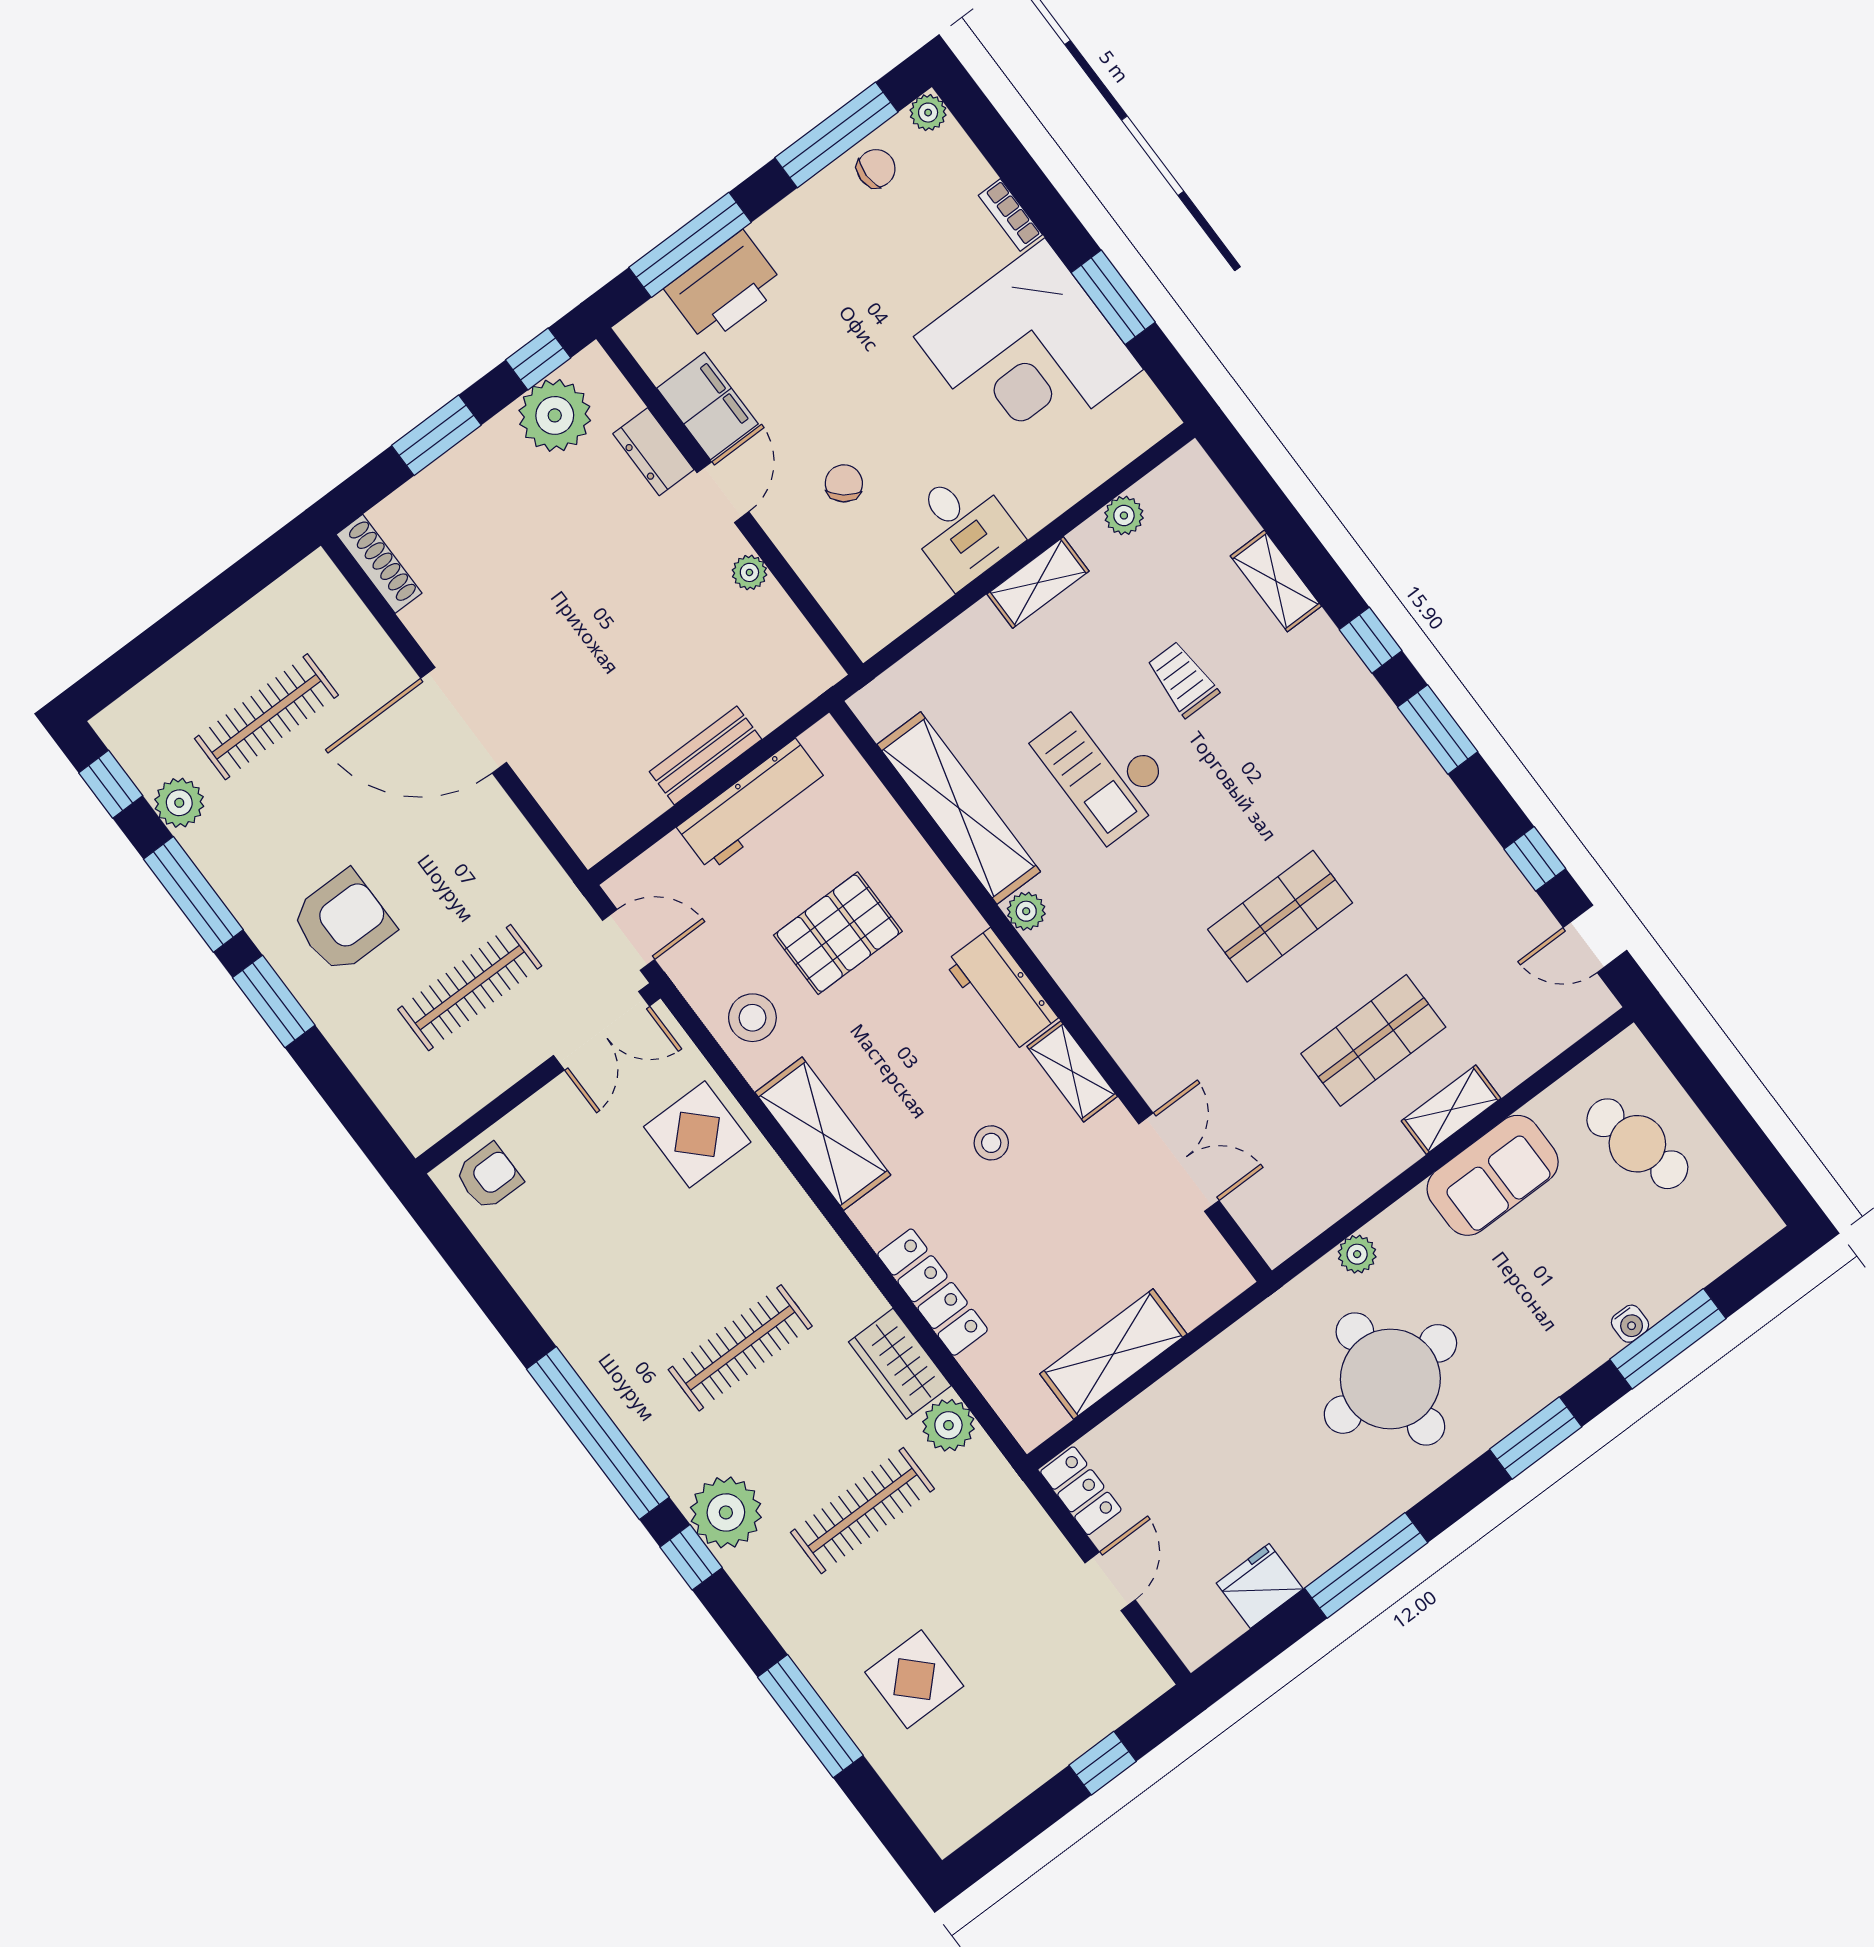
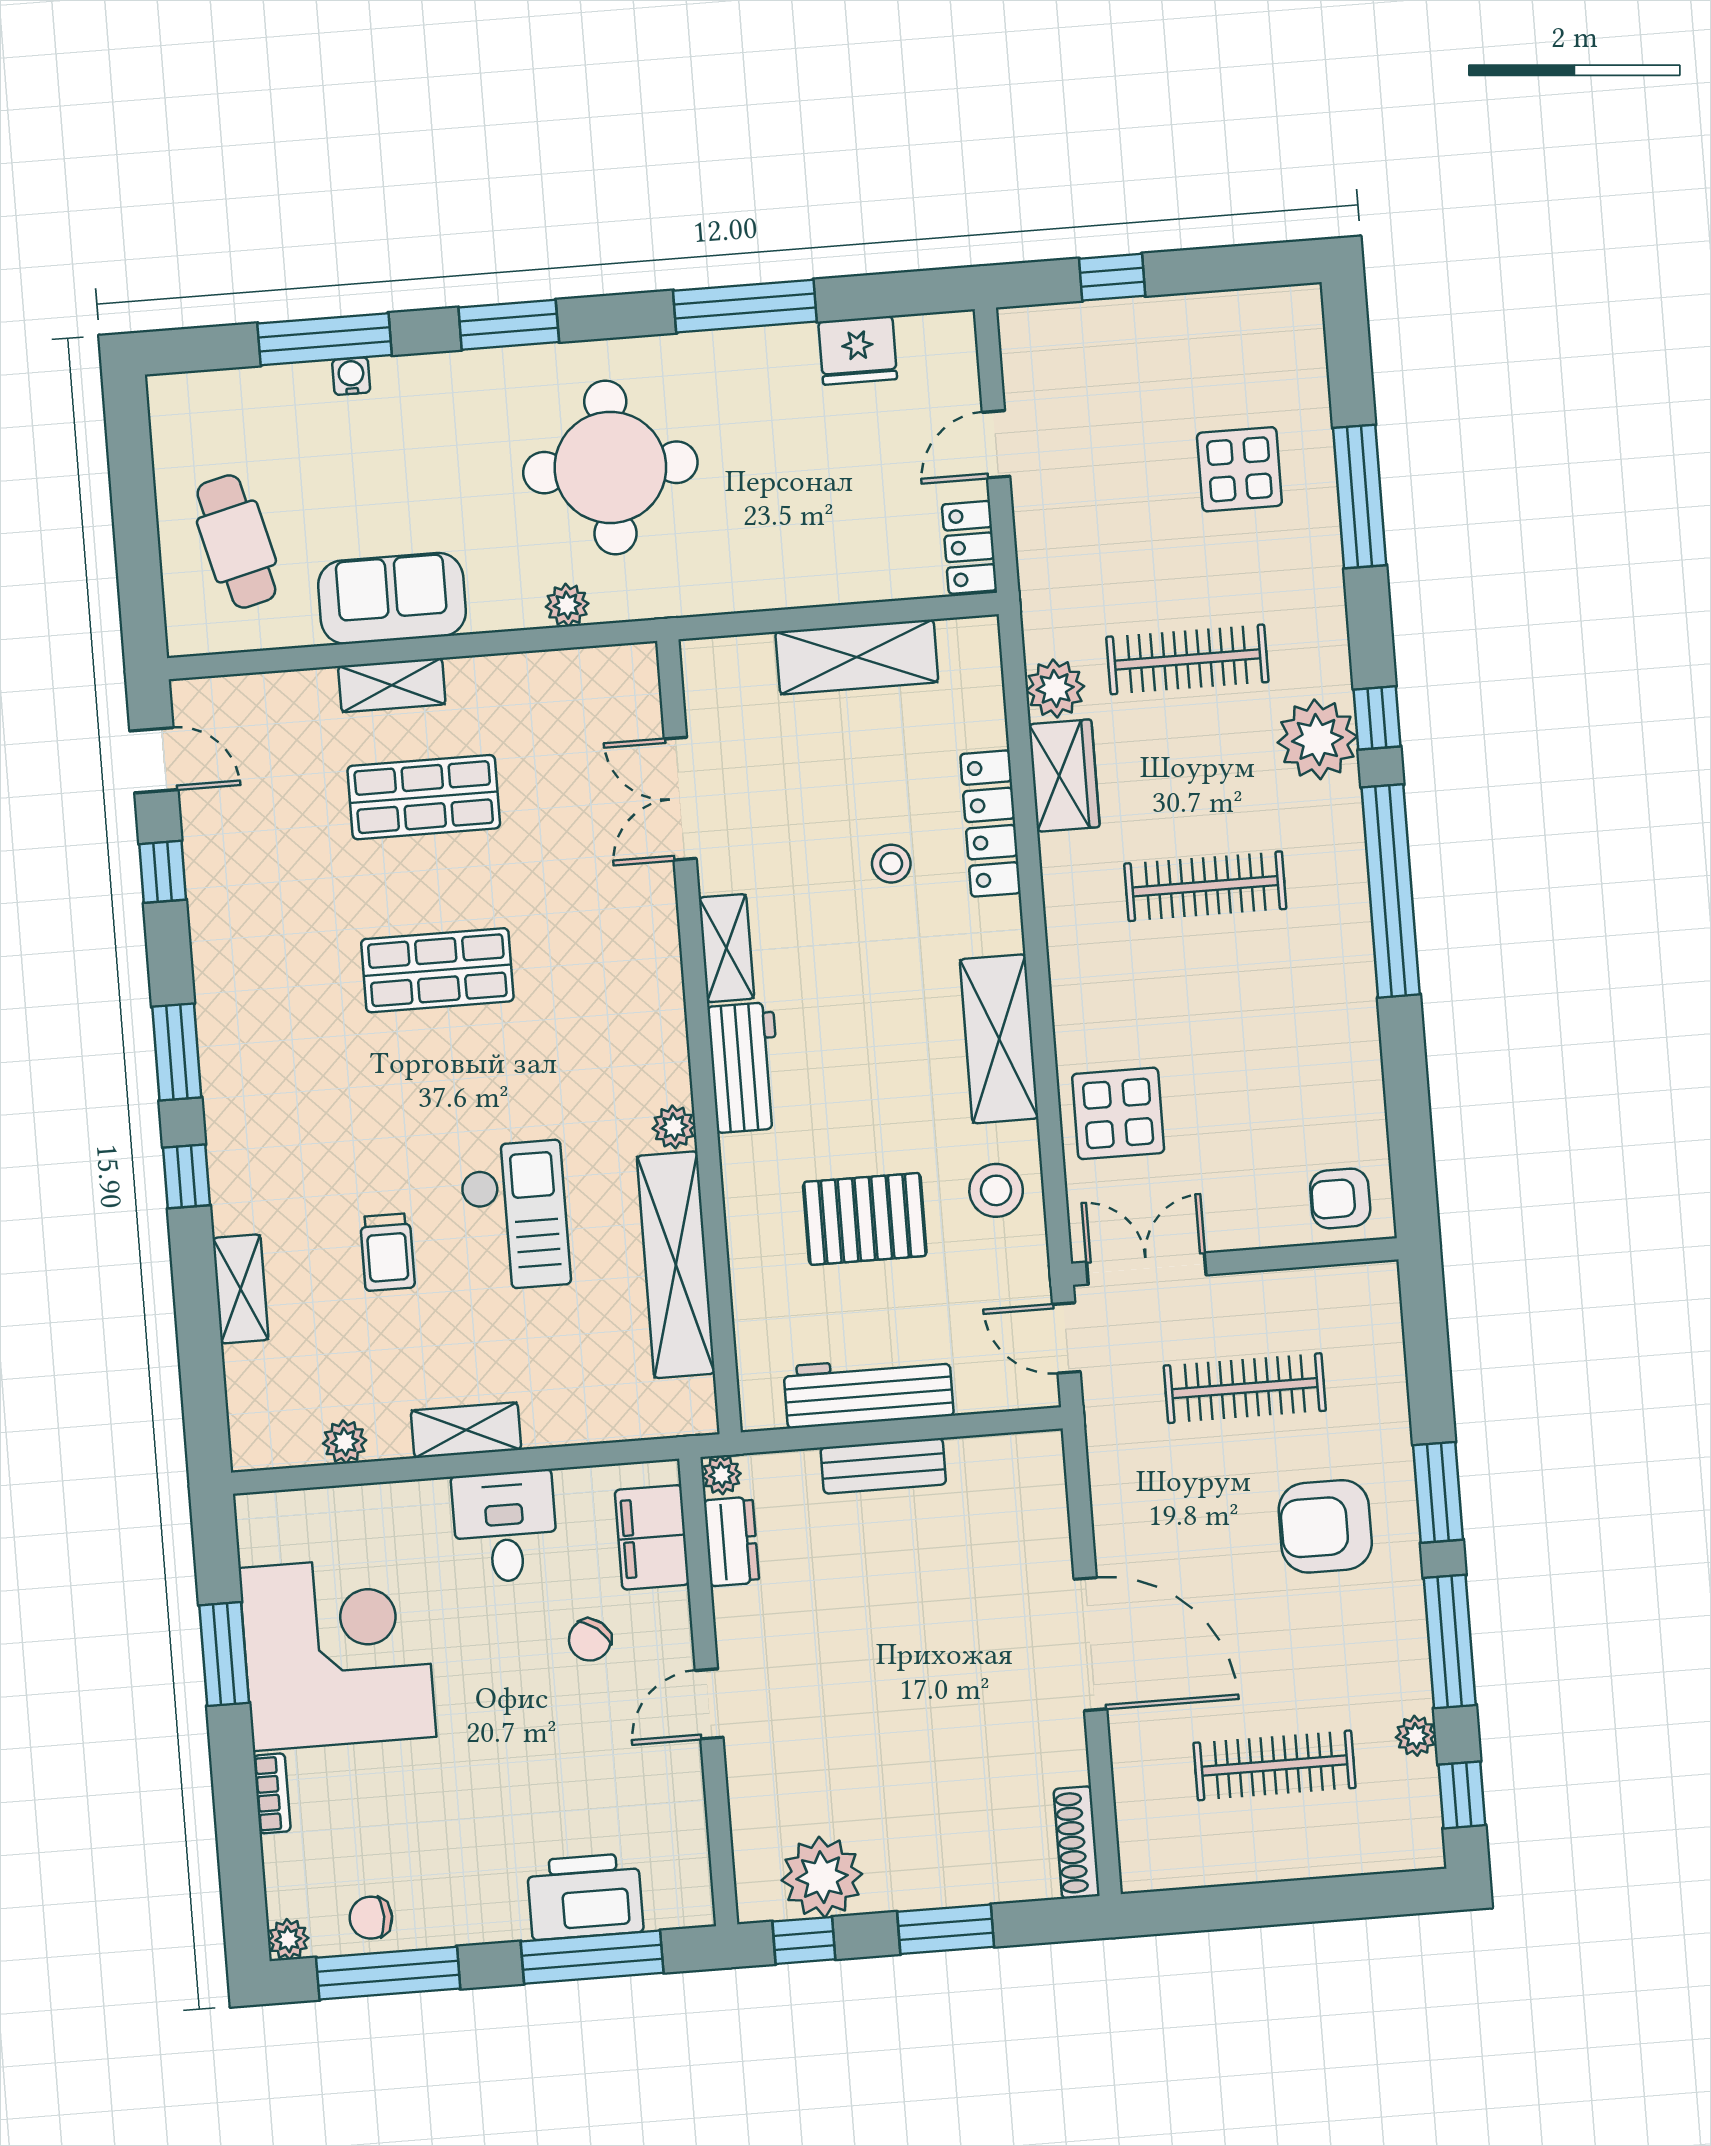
filing cabinet: (707, 406) -> (652, 1537), moved
dresser: (653, 452) -> (731, 1541), moved
plant: (749, 572) -> (721, 1475), moved
plant: (179, 803) -> (1416, 1736), width x0.73, depth x0.73
stool: (991, 1143) -> (891, 864), moved

